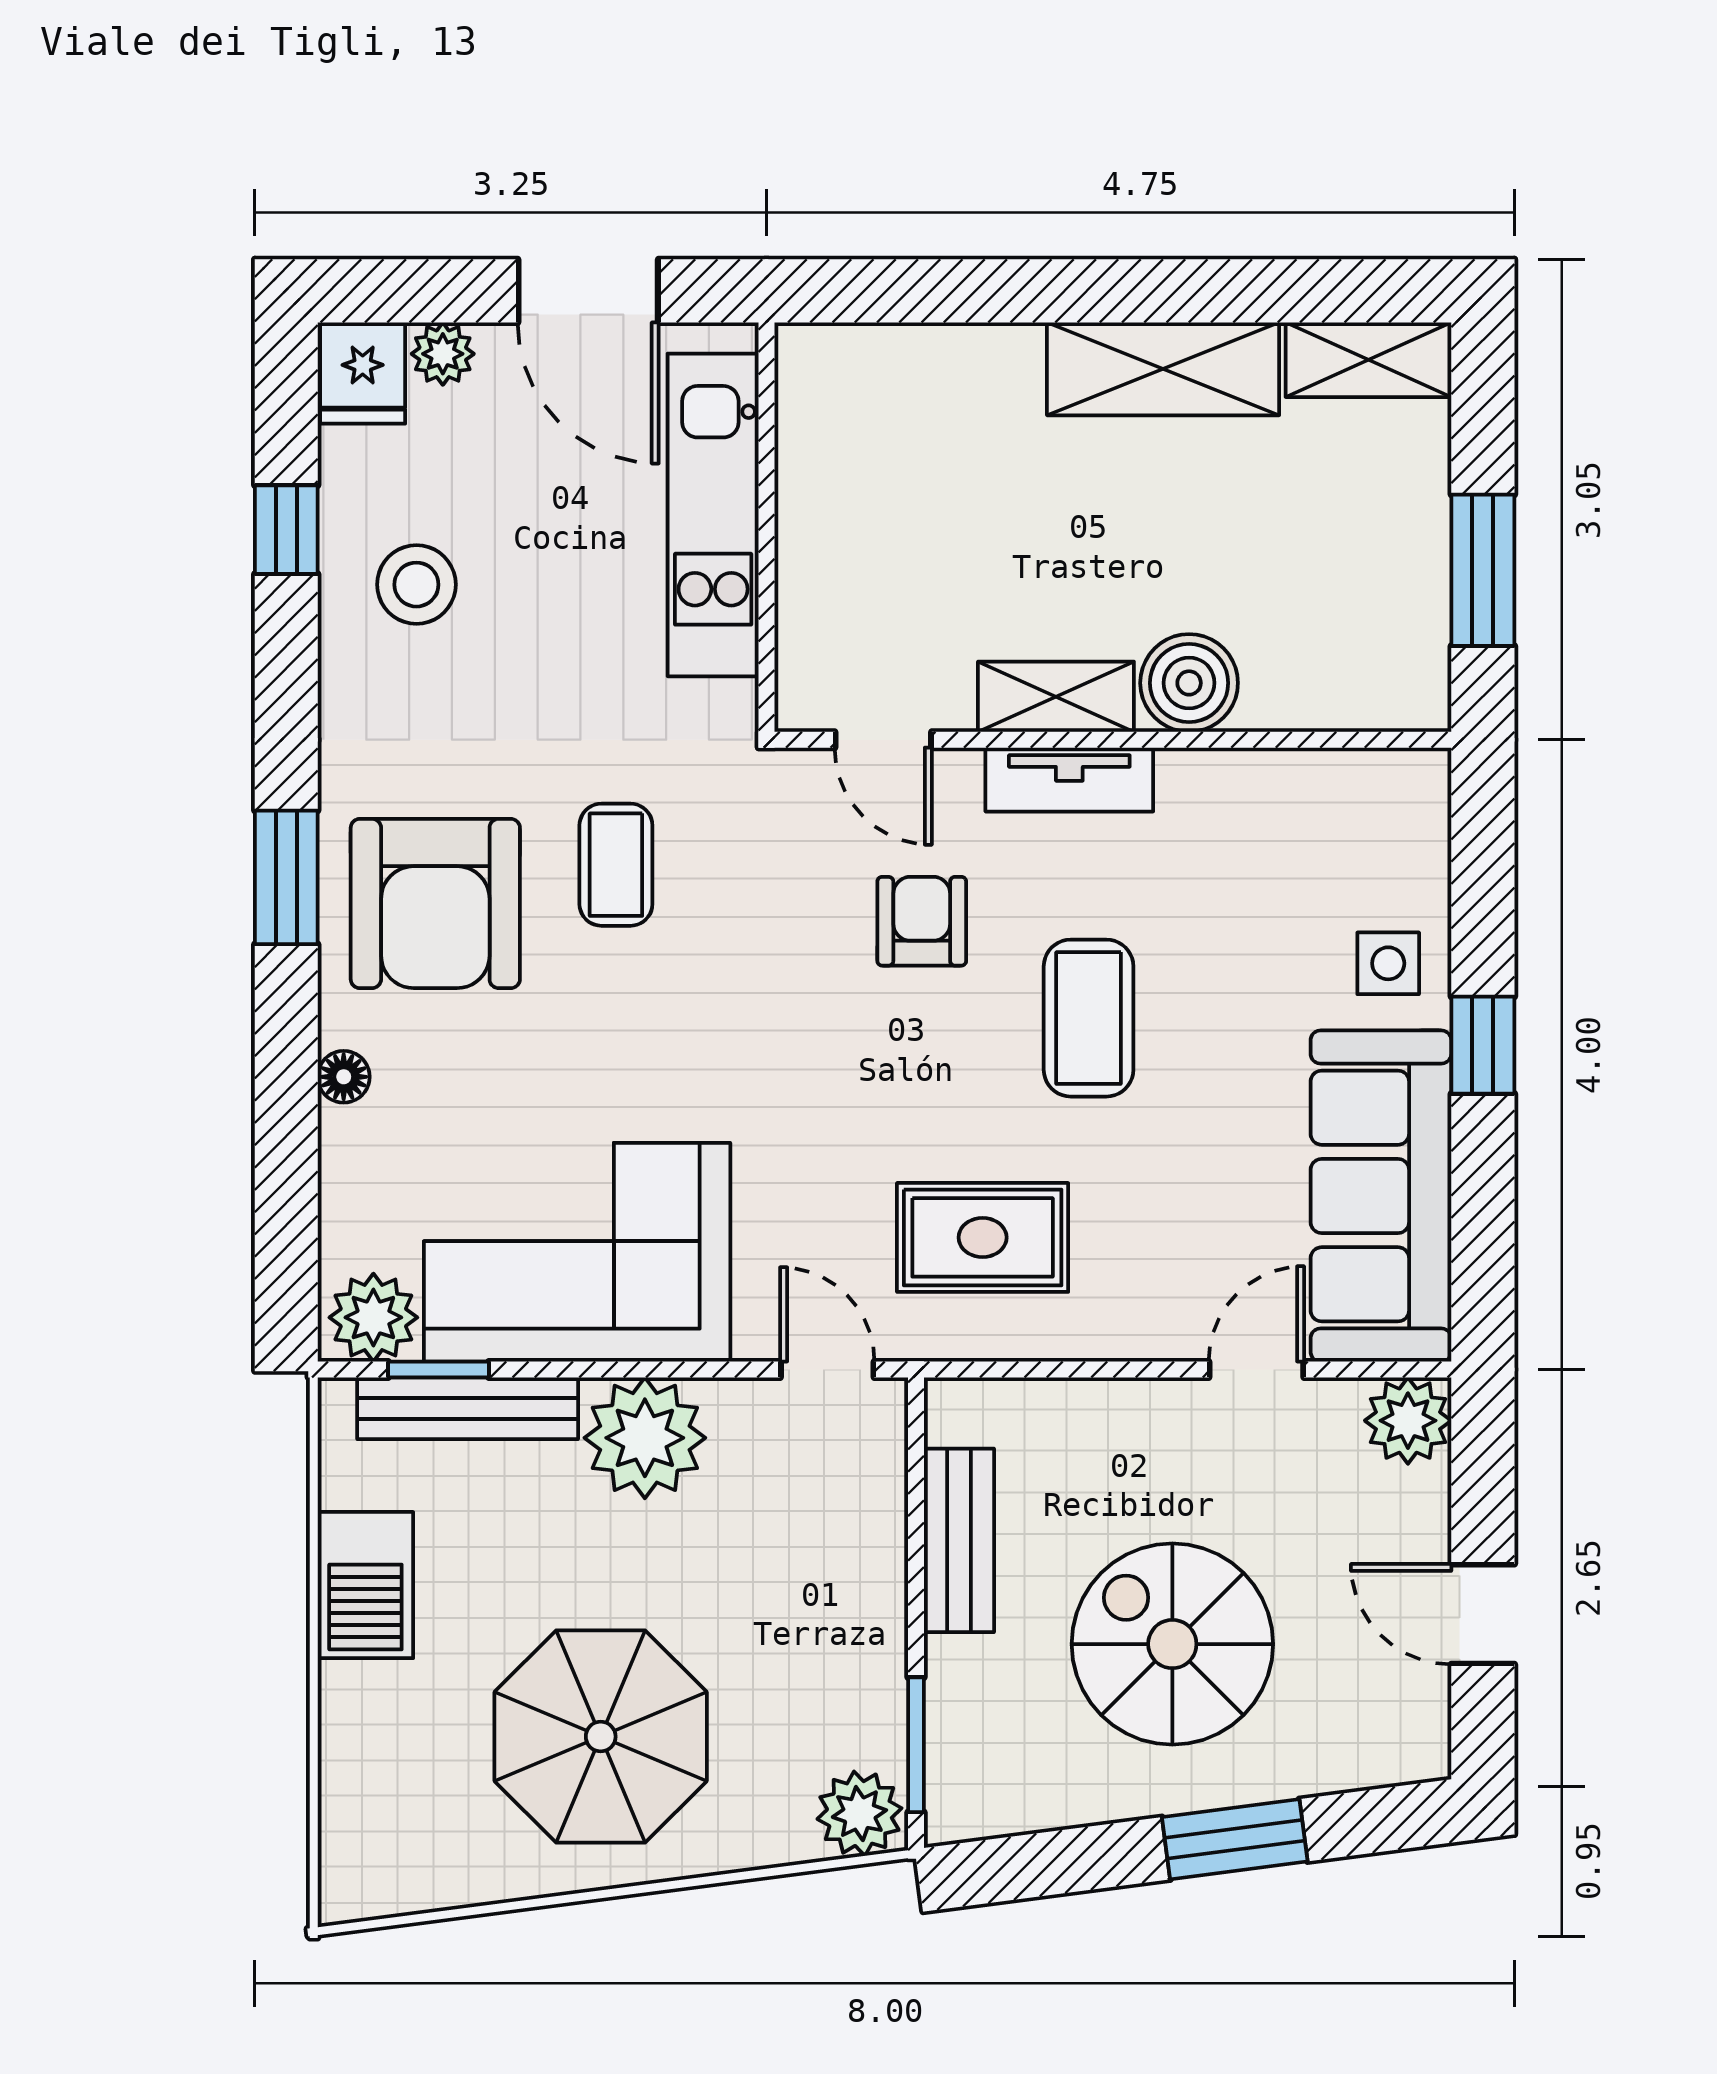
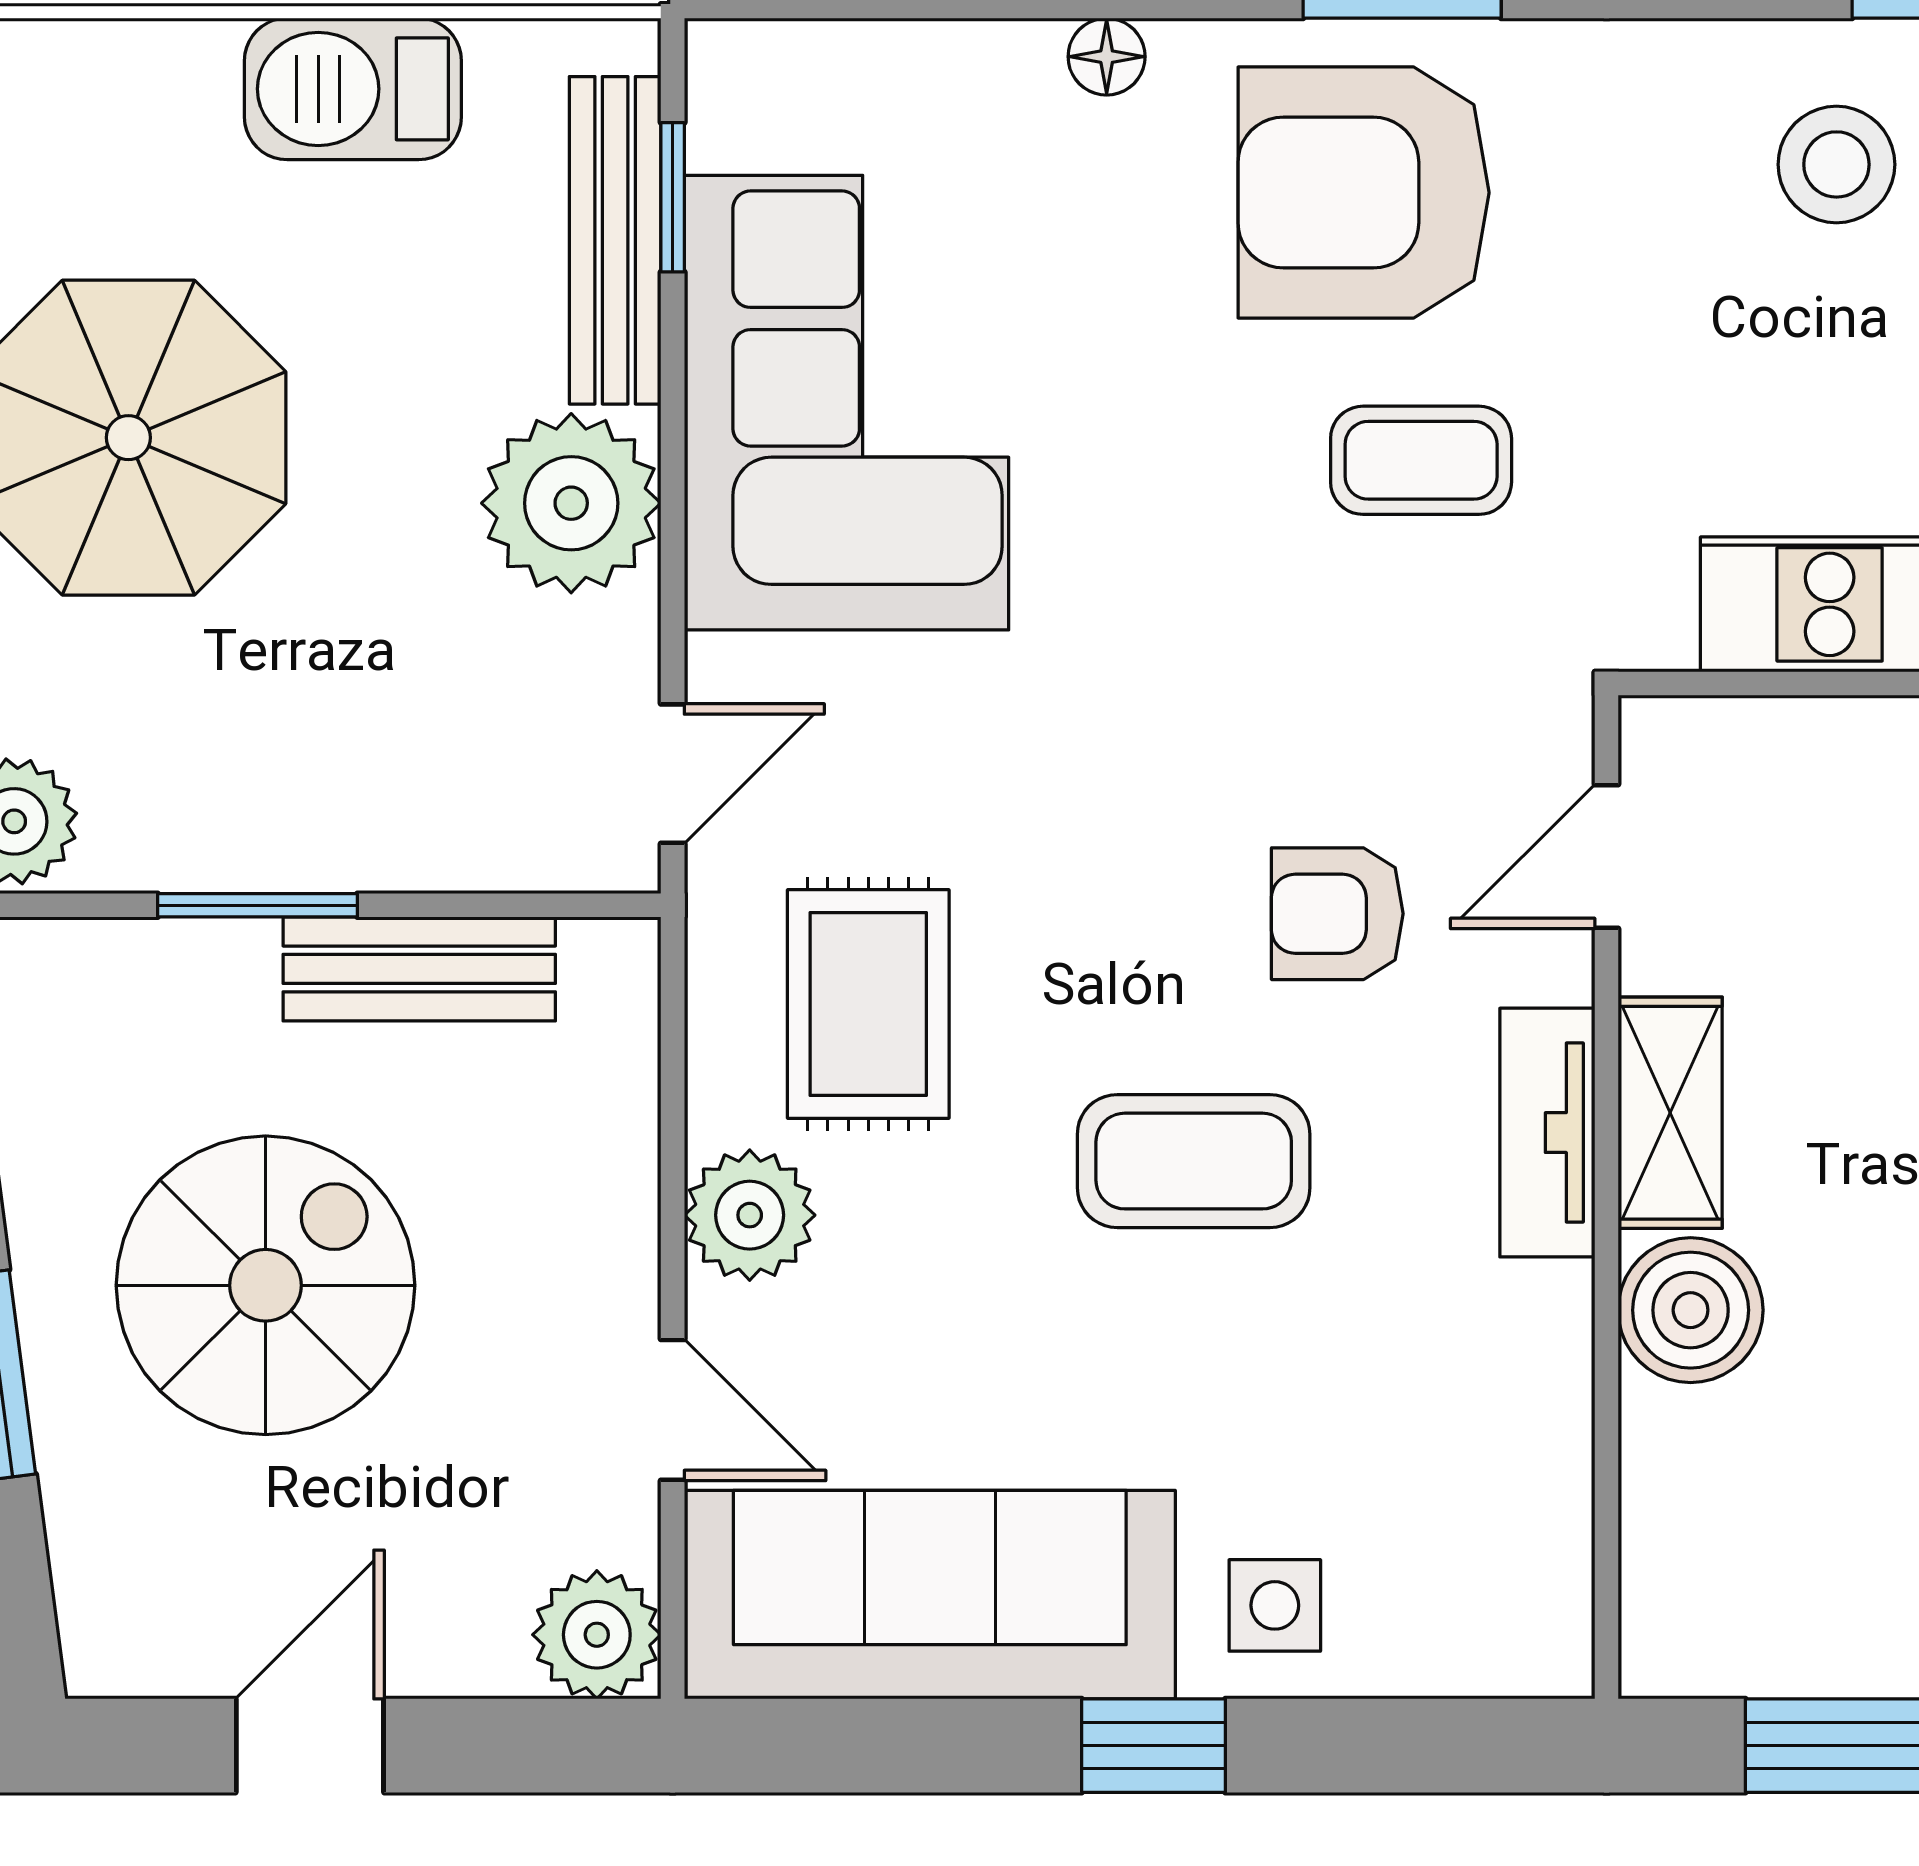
armchair: (922, 921) -> (1337, 914), turned 180
plant: (373, 1317) -> (750, 1215), moved
window: (916, 1745) -> (257, 905), moved

